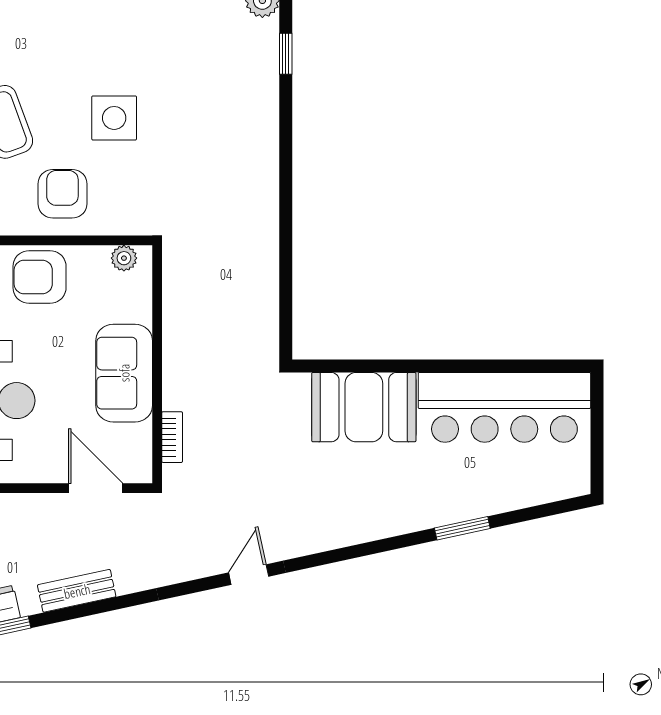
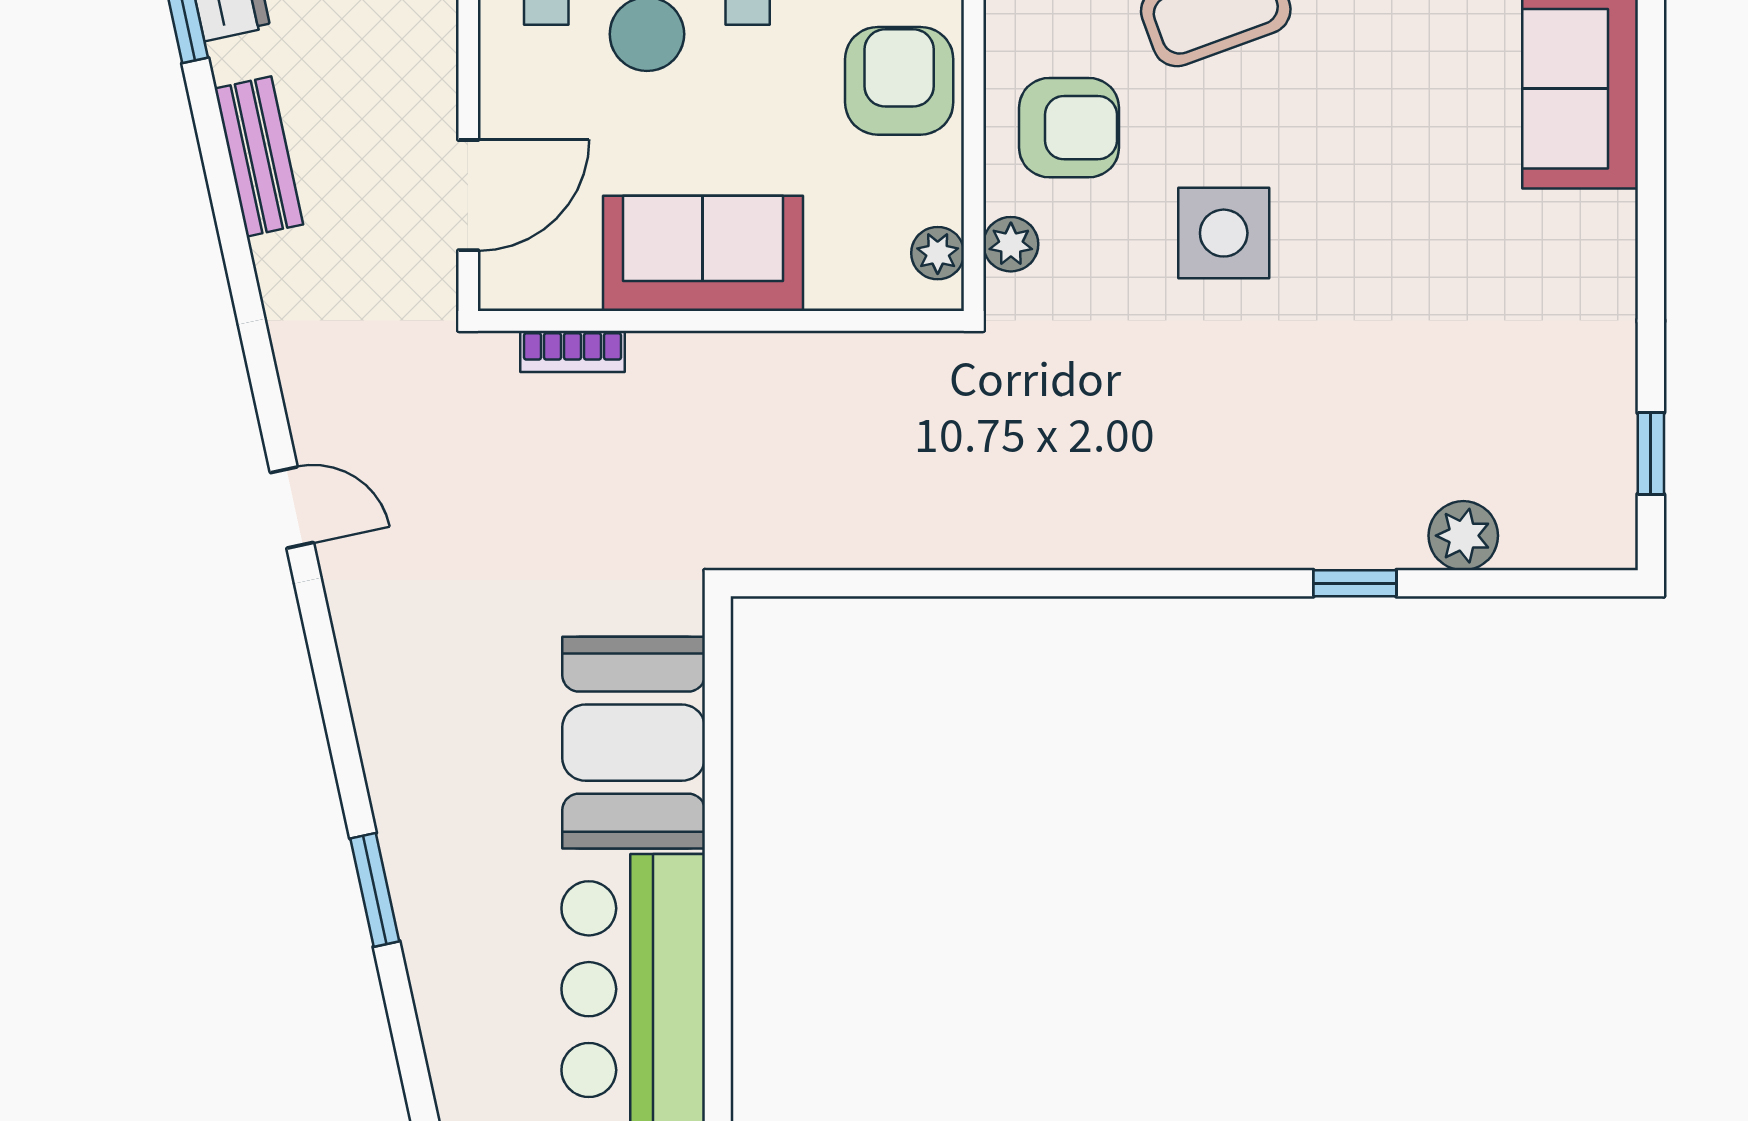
plant: (120, 222) -> (1011, 244), added
window: (462, 528) -> (375, 890), moved

